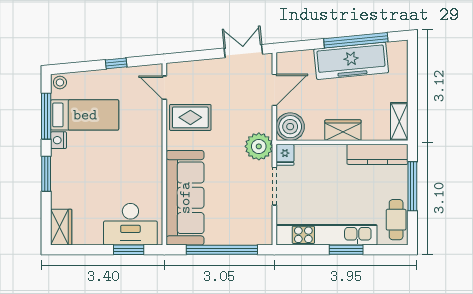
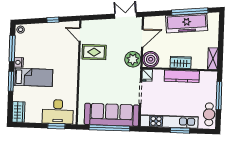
bed: (85, 115) -> (33, 77), moved
plant: (259, 146) -> (133, 59), moved
kitchen counter: (377, 154) -> (182, 76), moved
sofa: (185, 198) -> (112, 115), moved, turned -90

